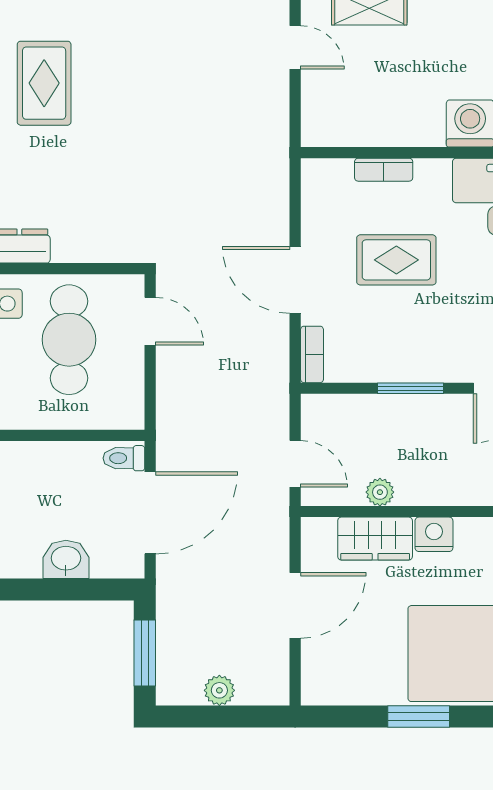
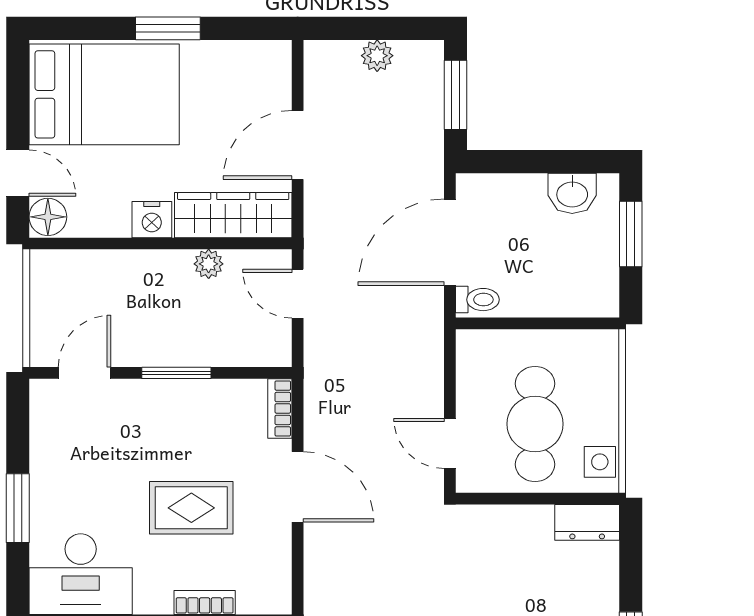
wardrobe: (375, 539) -> (233, 215), width x1.50
washbasin: (66, 559) -> (572, 193), moved

